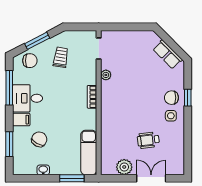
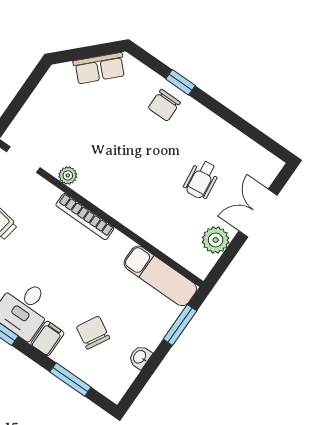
bookcase: (92, 97) -> (85, 217), width x1.56
side table: (171, 116) -> (189, 124), removed

